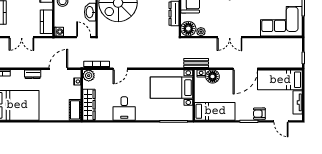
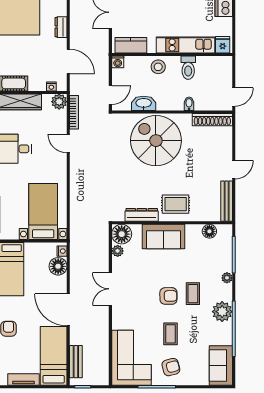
bench: (196, 63) -> (76, 362), moved

